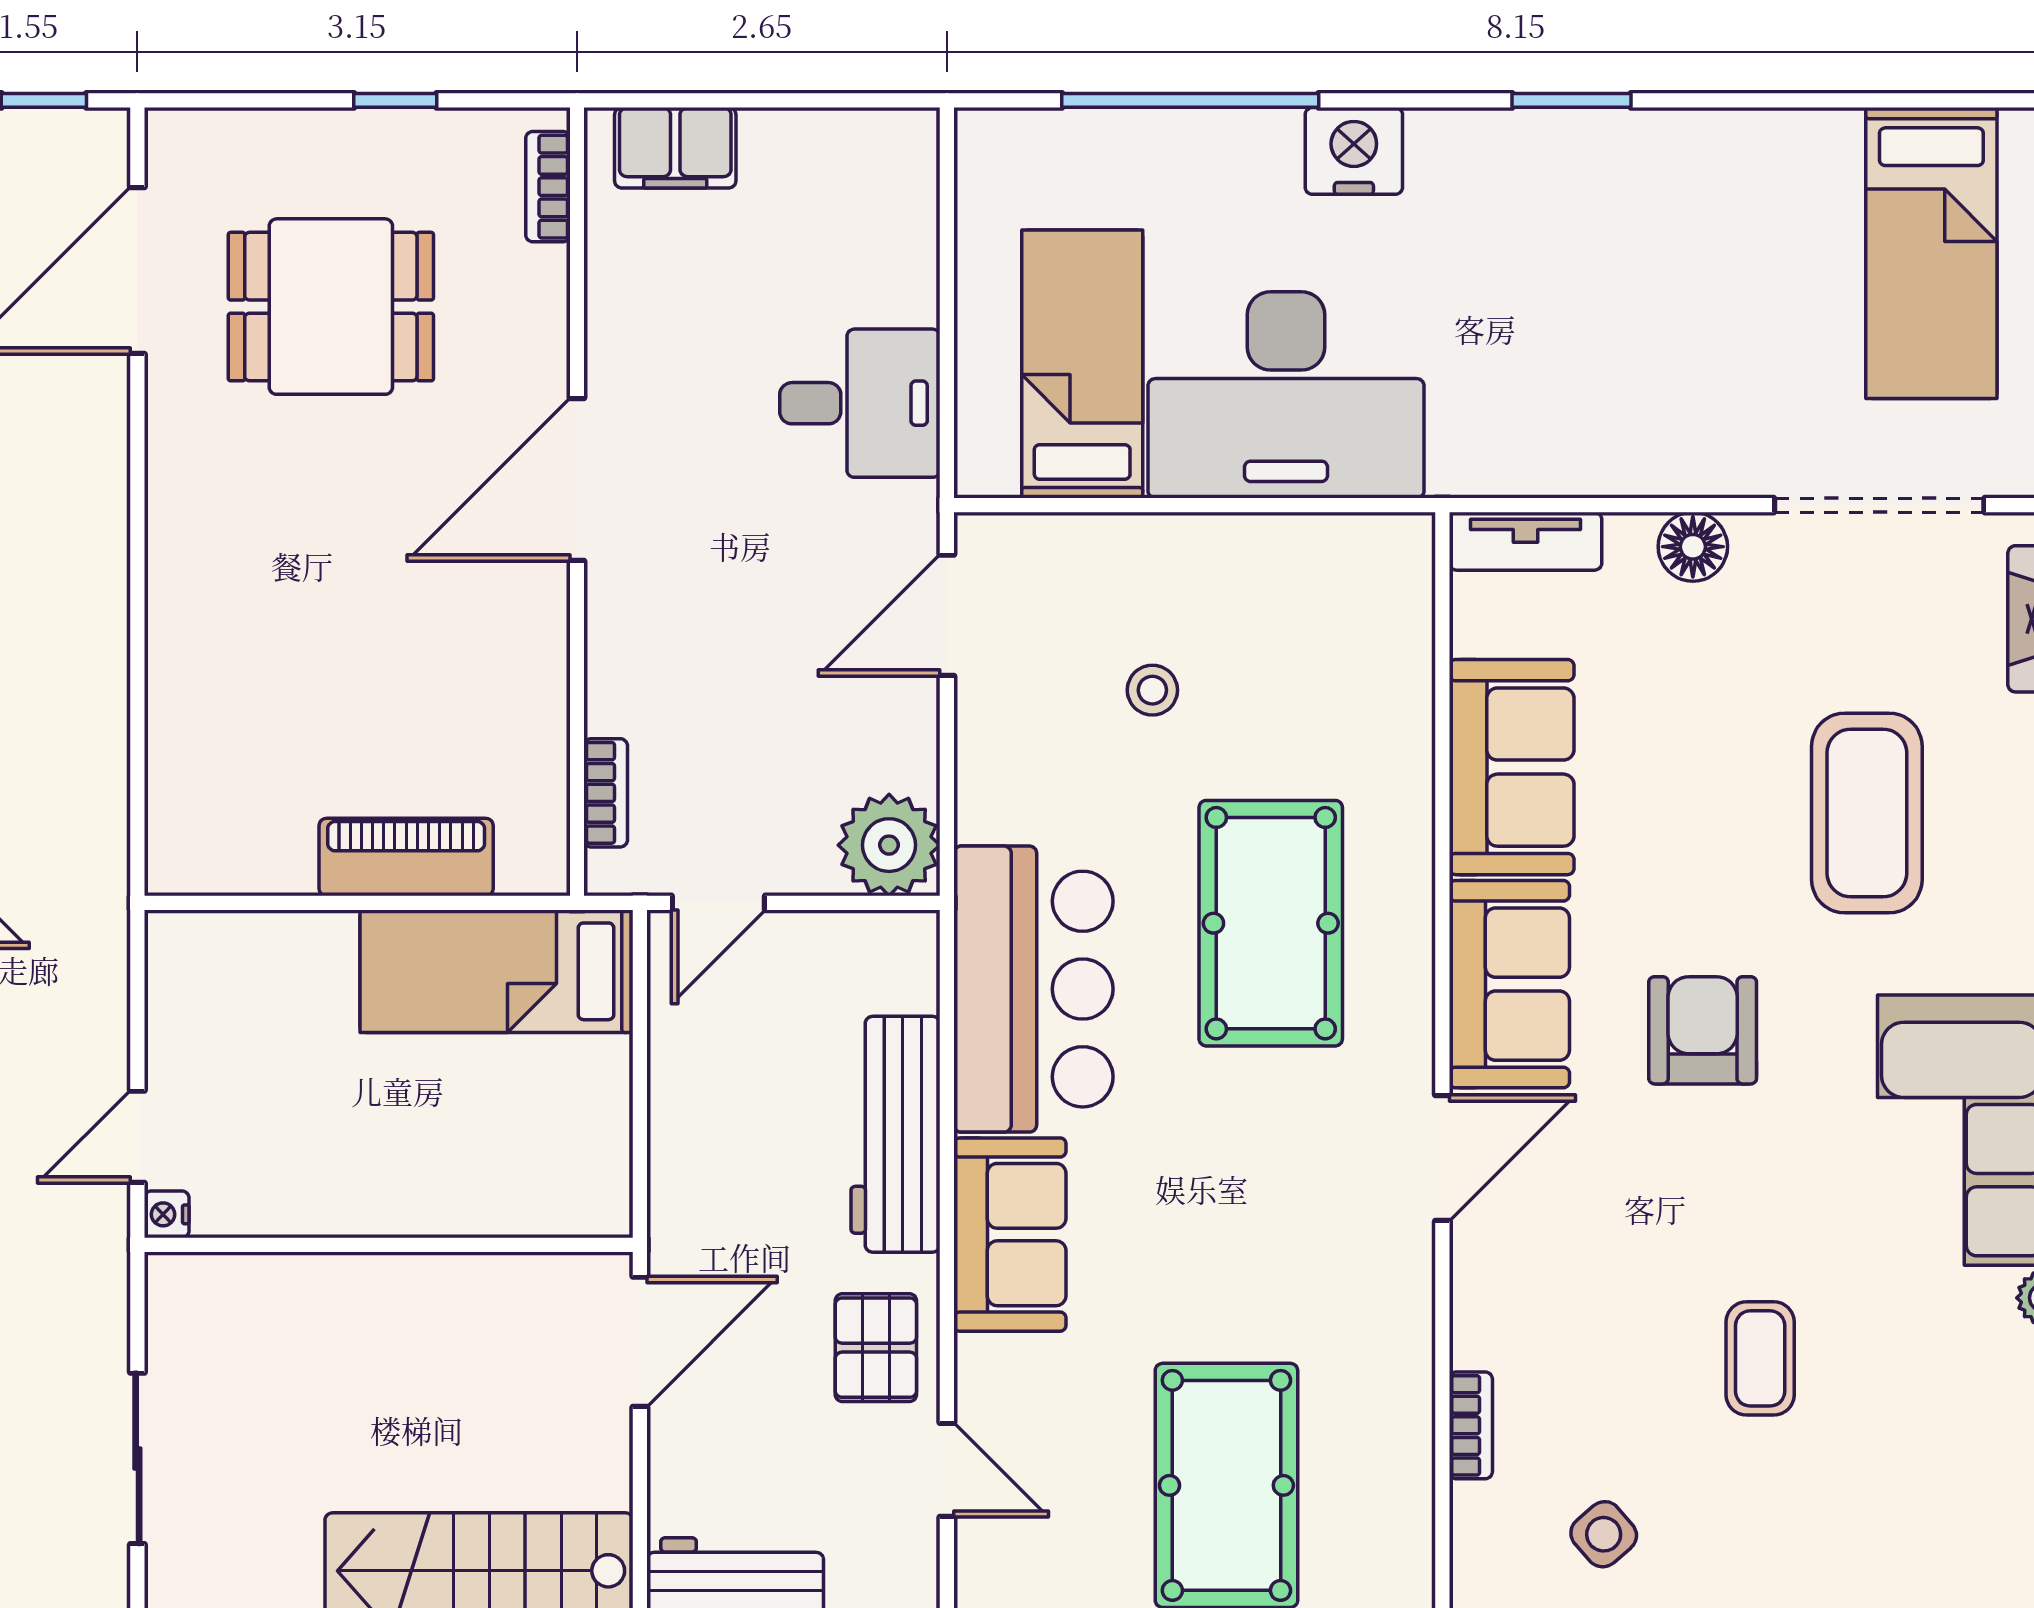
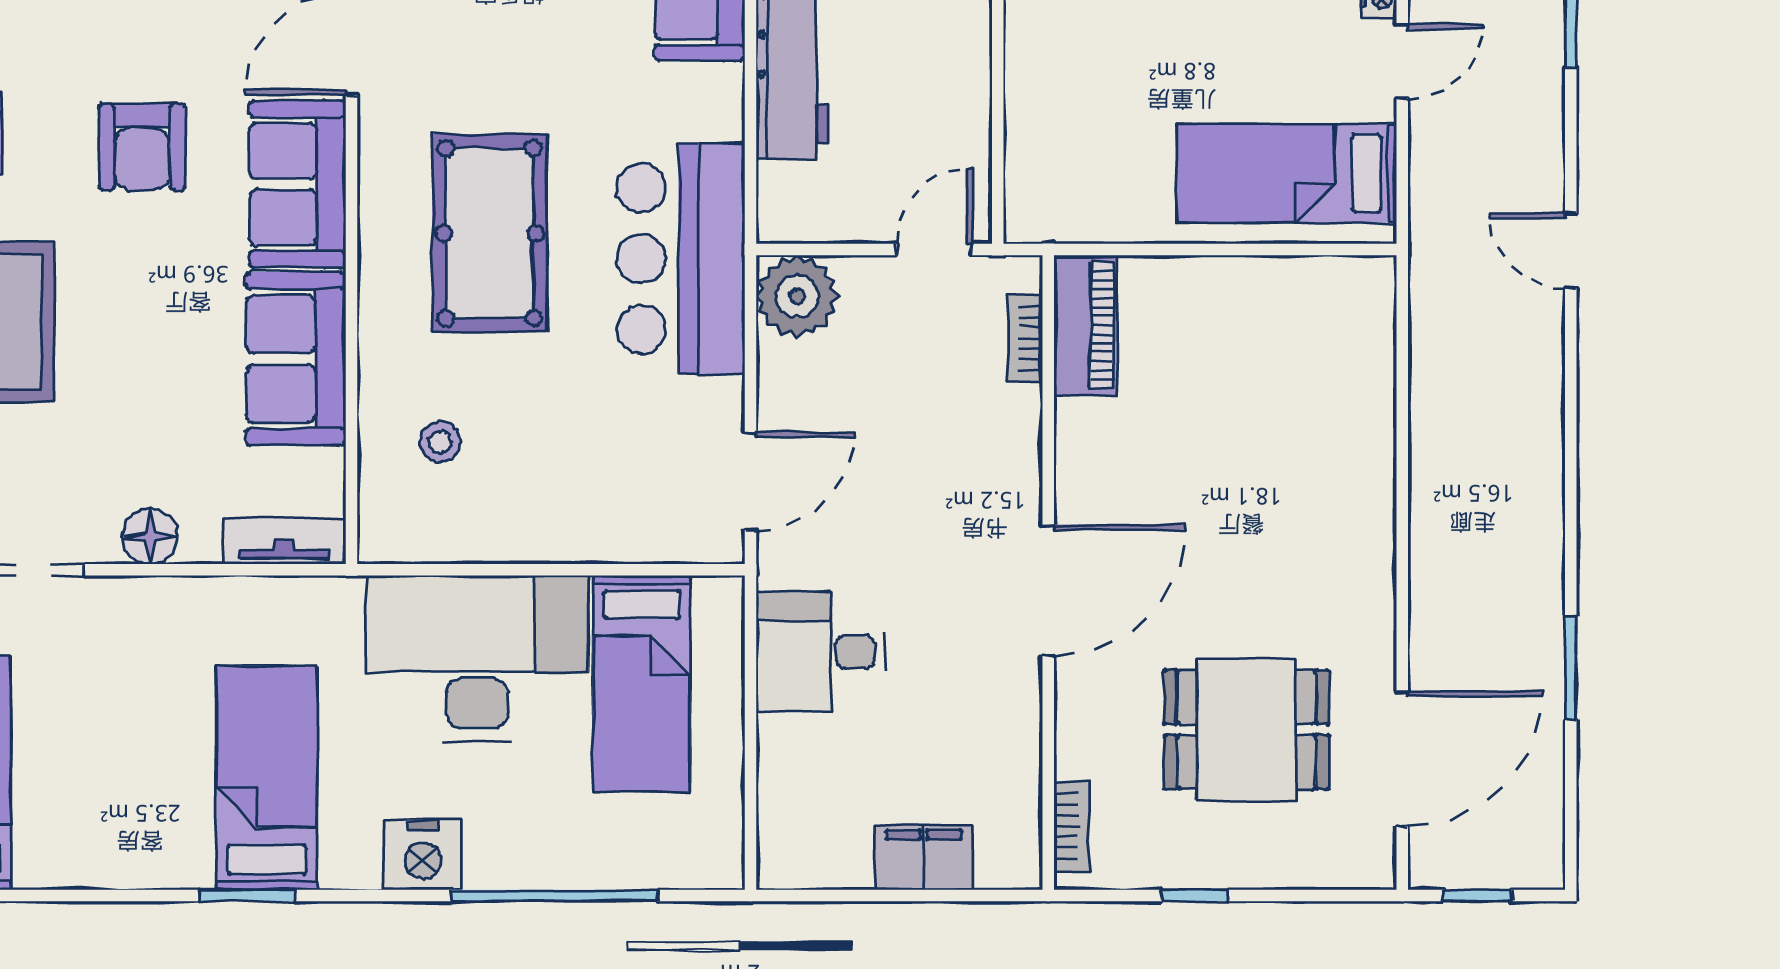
filing cabinet: (675, 148) -> (924, 857), moved
bed: (1548, 247) -> (267, 778), added
stool: (1152, 690) -> (440, 442), moved
piano: (406, 857) -> (1085, 325), moved, turned -90
bed: (496, 971) -> (1287, 173), moved, turned 180
bar counter: (1033, 989) -> (681, 259), moved

